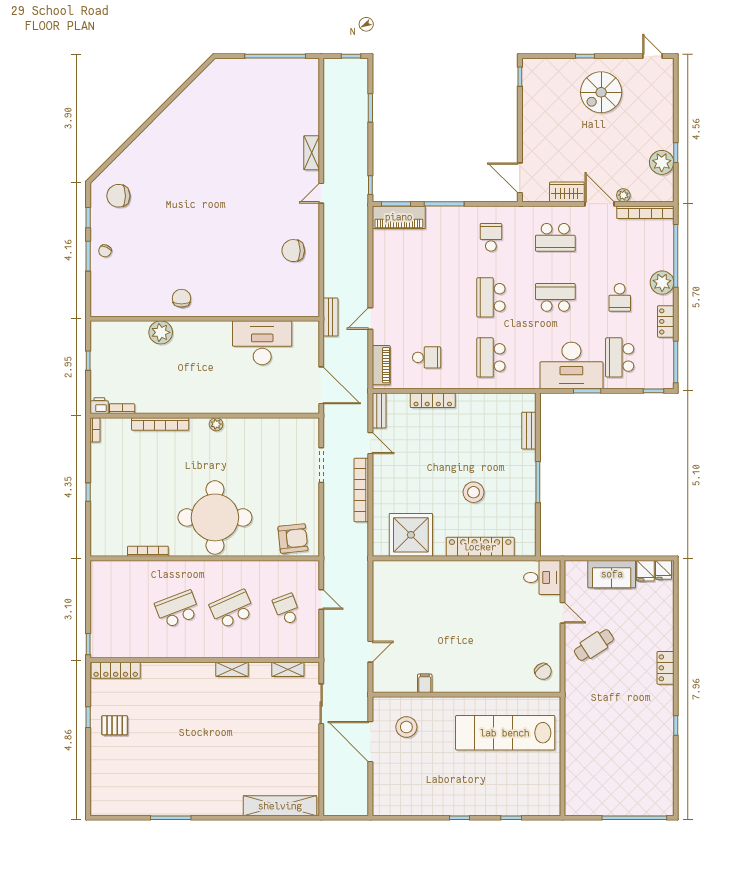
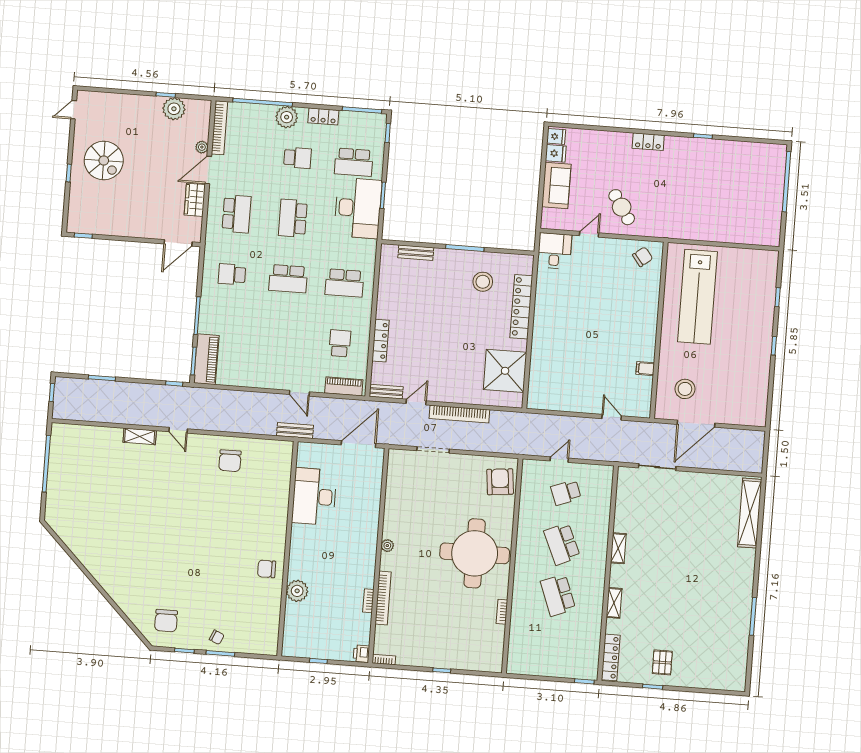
bookcase: (122, 409) -> (368, 601), moved
stool: (473, 492) -> (483, 282), moved
bookcase: (148, 551) -> (502, 612), width x0.64
shelving: (288, 669) -> (614, 603), moved

